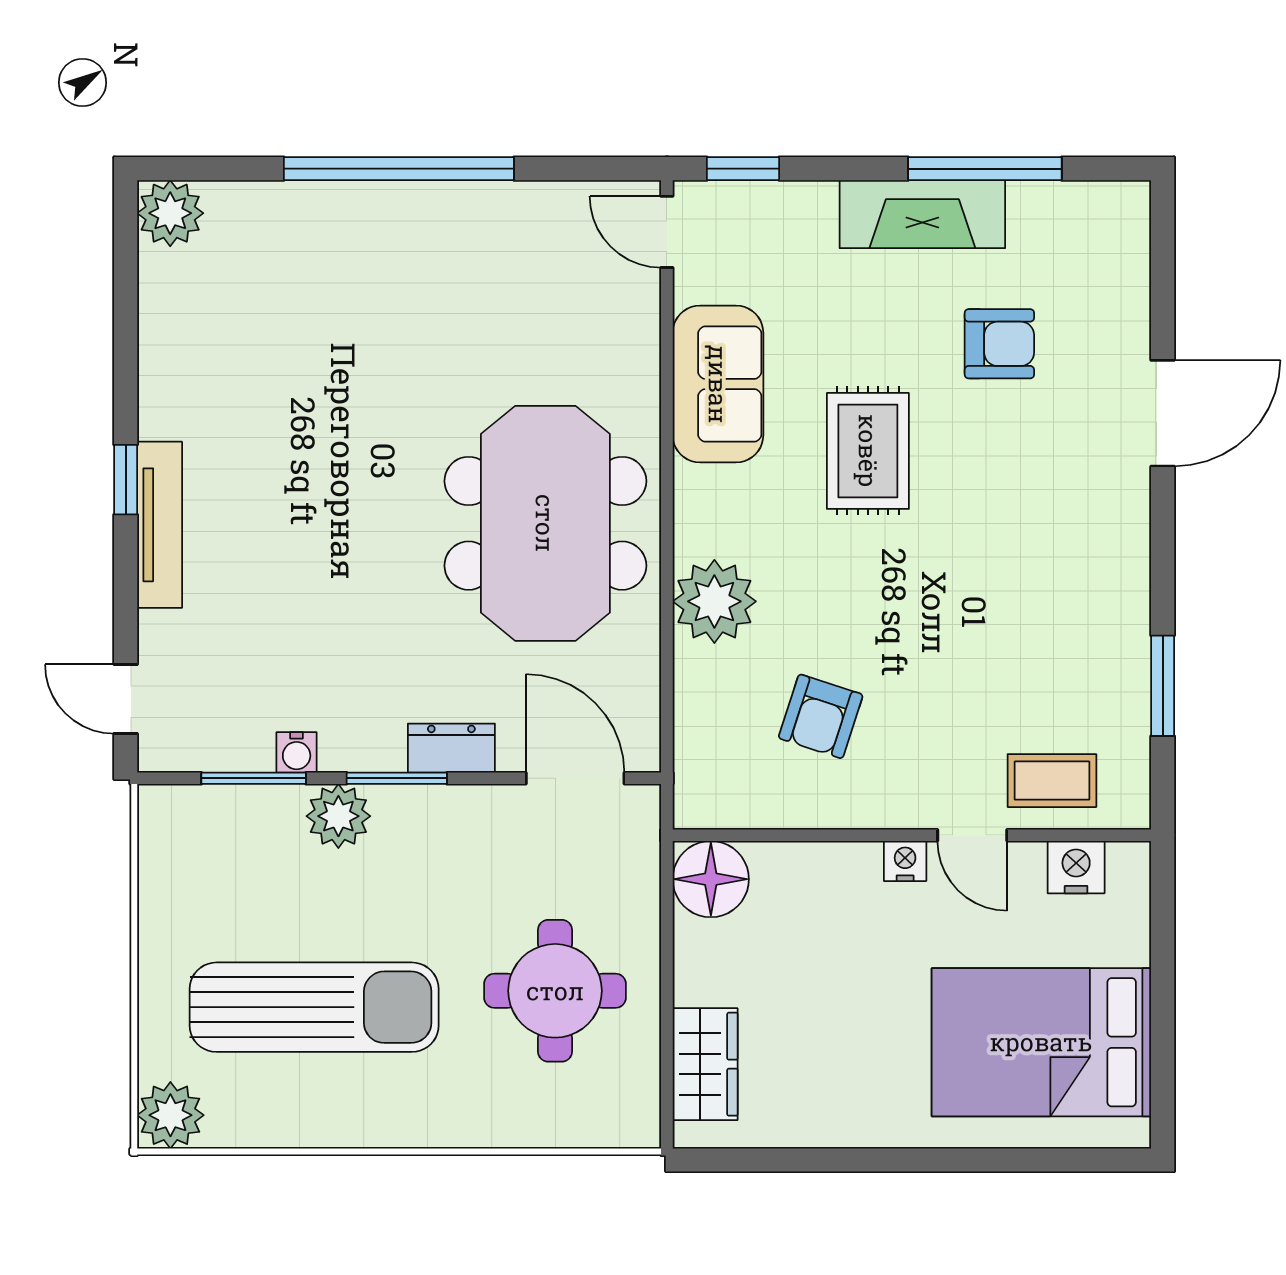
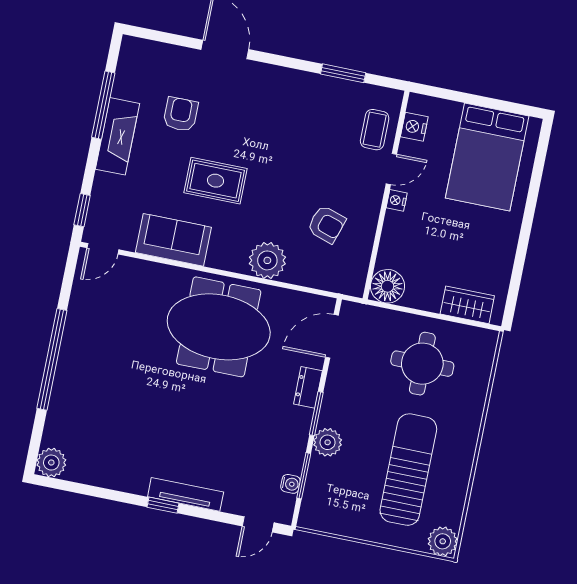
water cooler: (297, 752) -> (290, 484), moved

